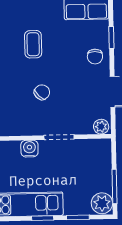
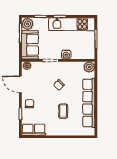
sofa: (97, 165) -> (30, 45), added

